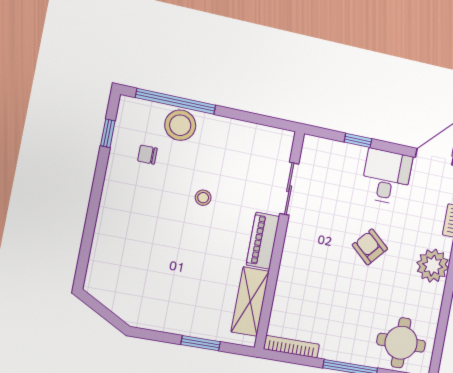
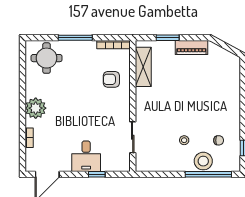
desk: (387, 177) -> (86, 156), moved
stool: (203, 198) -> (184, 140), moved
piano: (263, 241) -> (191, 47), moved, turned 90
armchair: (370, 247) -> (111, 79), moved, turned 139

